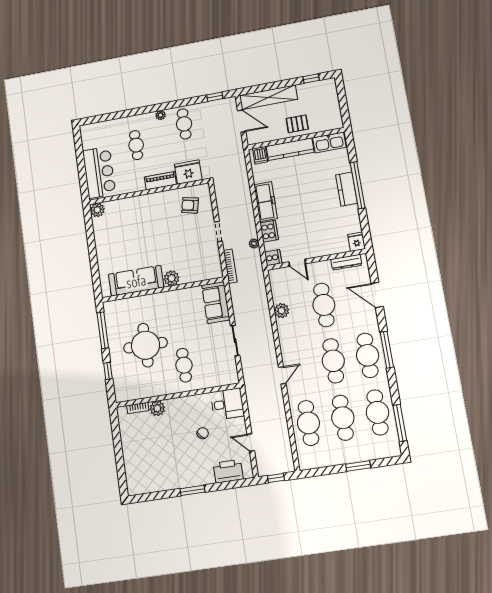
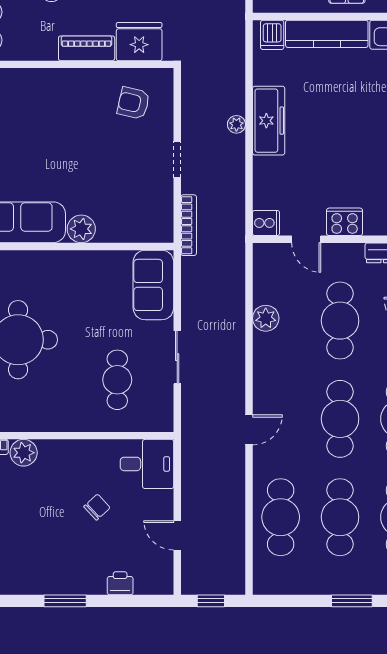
cooker: (269, 231) -> (345, 222), moved, turned -90
plant: (254, 243) -> (236, 124), moved
cafe table: (184, 365) -> (117, 380), moved
printer: (228, 471) -> (120, 583), width x0.53, depth x0.68

